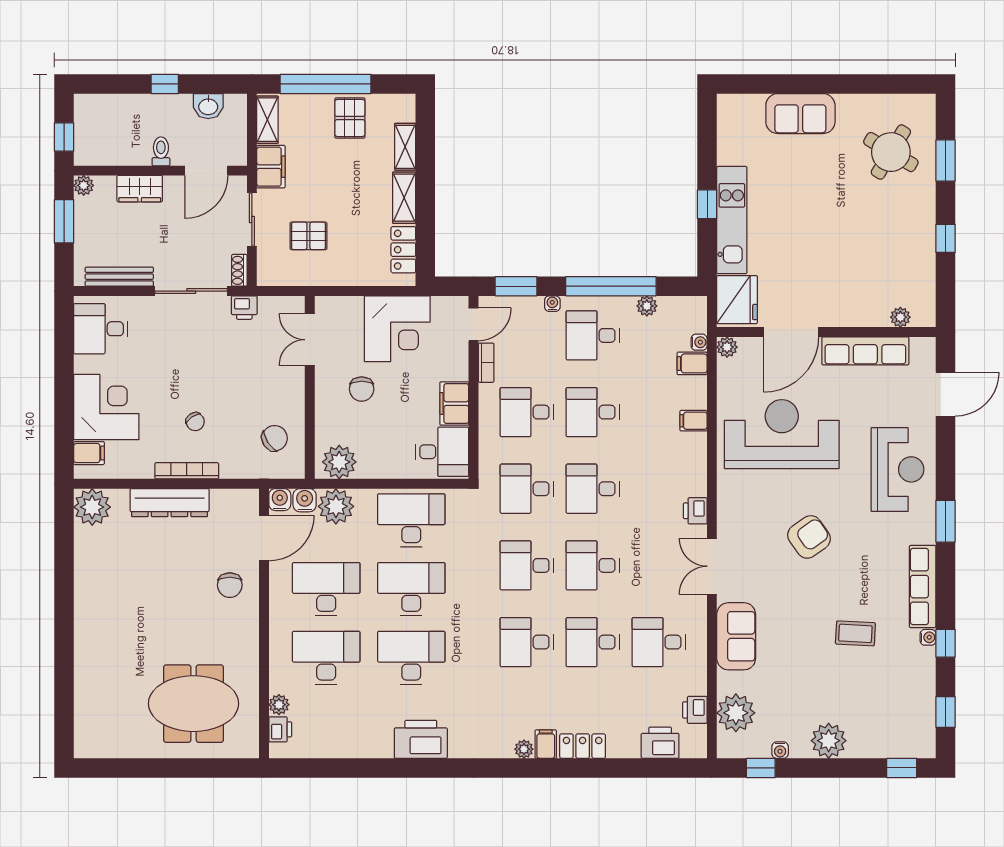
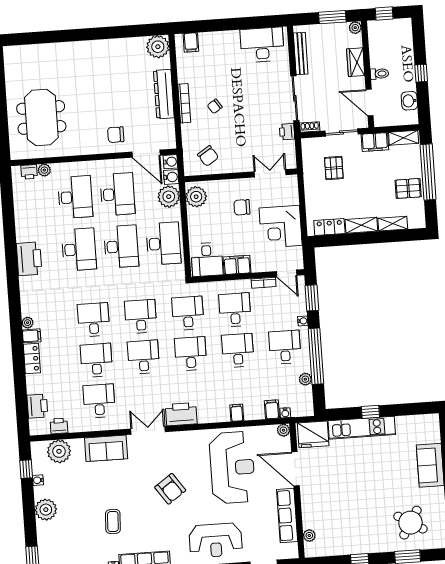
desk: (101, 329) -> (262, 45), width x1.37
corner desk: (106, 407) -> (220, 51), removed
printer: (695, 511) -> (181, 414), width x1.87, depth x1.48

